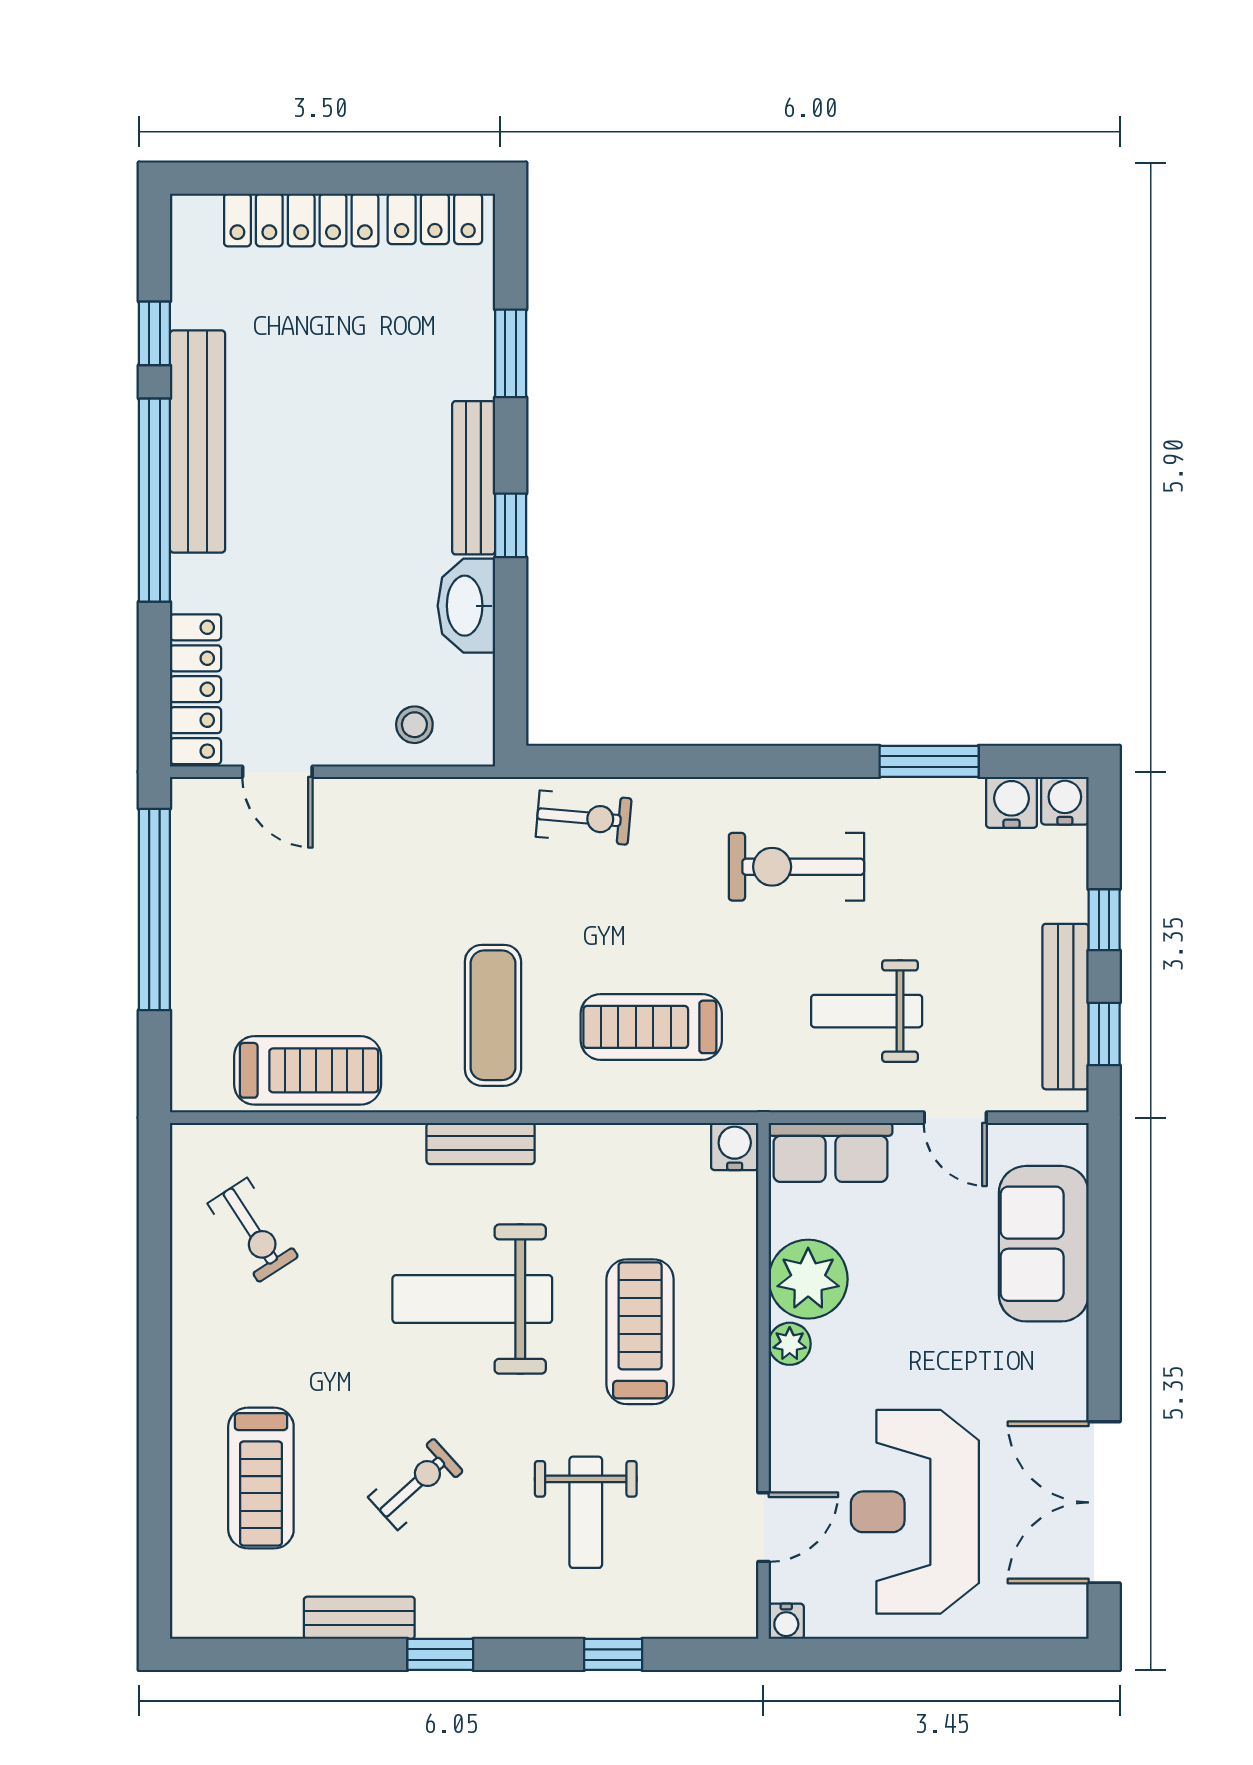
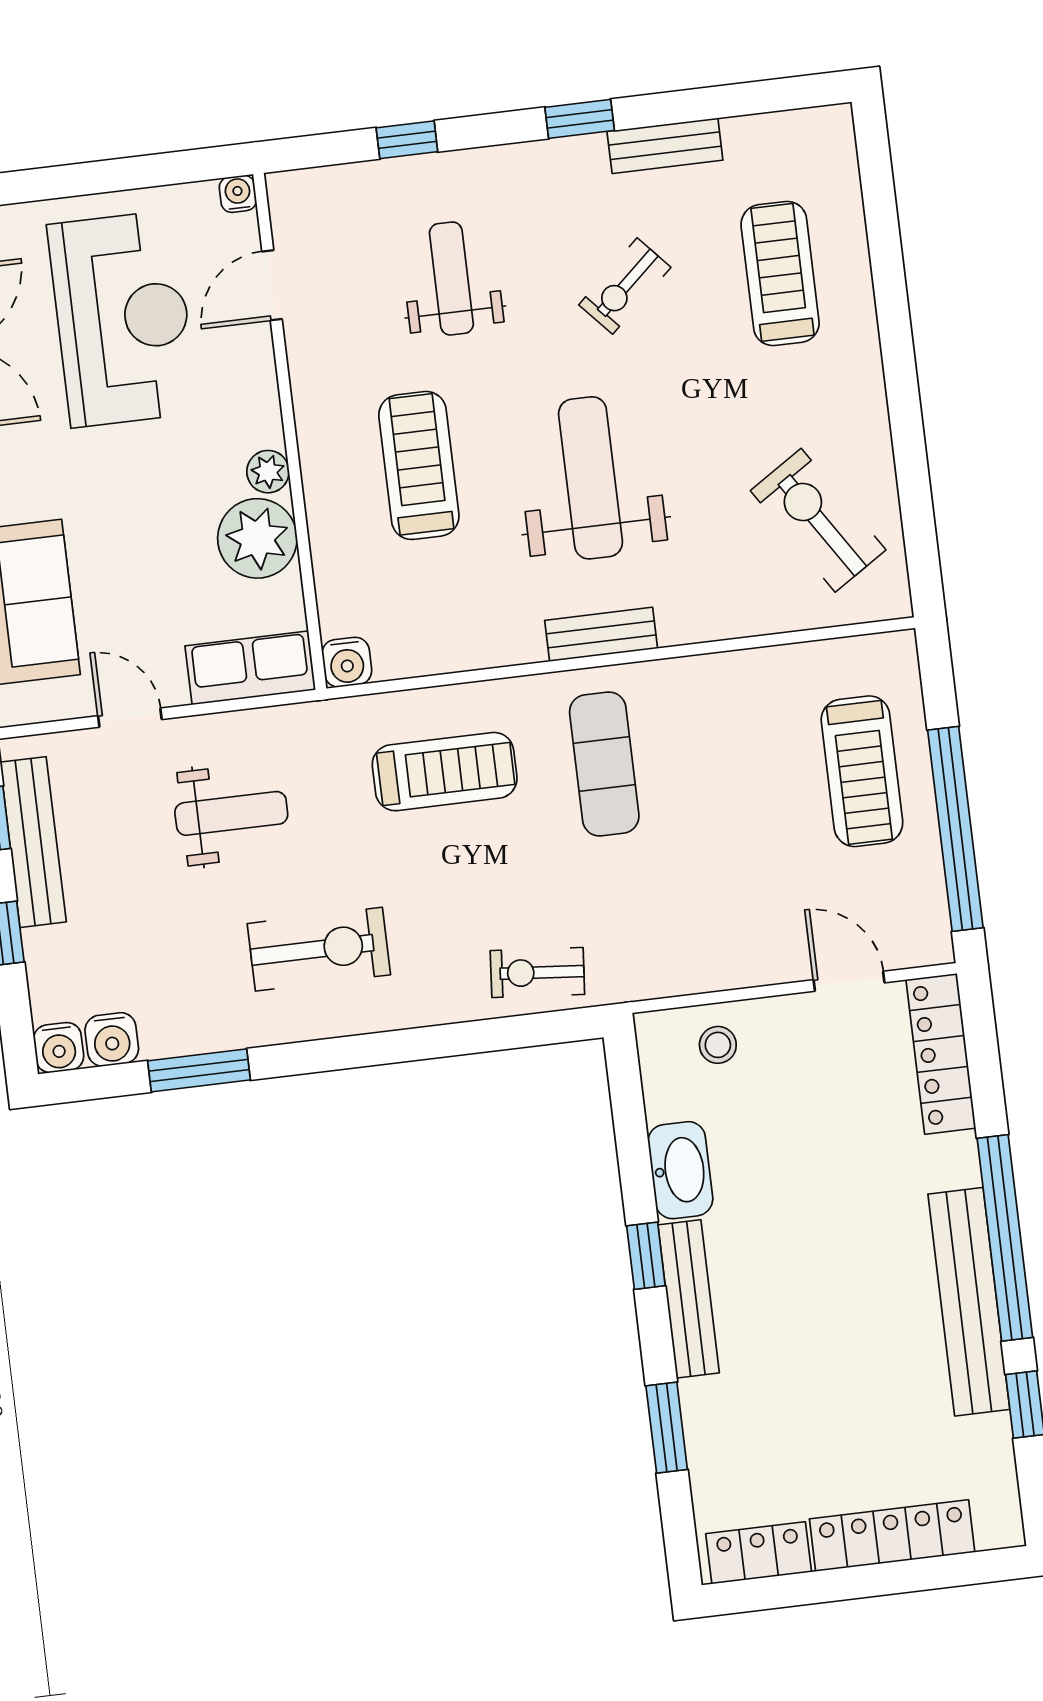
treadmill: (308, 1070) -> (862, 771), moved, turned -90
exercise bike: (253, 1230) -> (818, 520), width x1.38, depth x1.39
weight bench: (472, 1299) -> (591, 478), turned -90
treadmill: (640, 1332) -> (419, 465), turned 180

